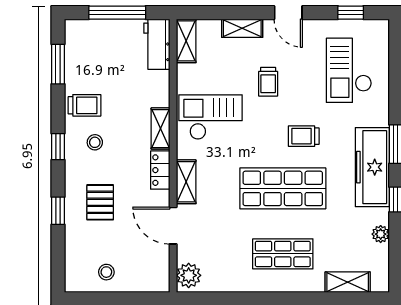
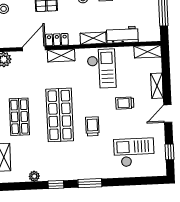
workbench: (157, 44) -> (122, 35), moved
freezer: (372, 167) -> (75, 169), removed
locker: (160, 170) -> (57, 40), moved

